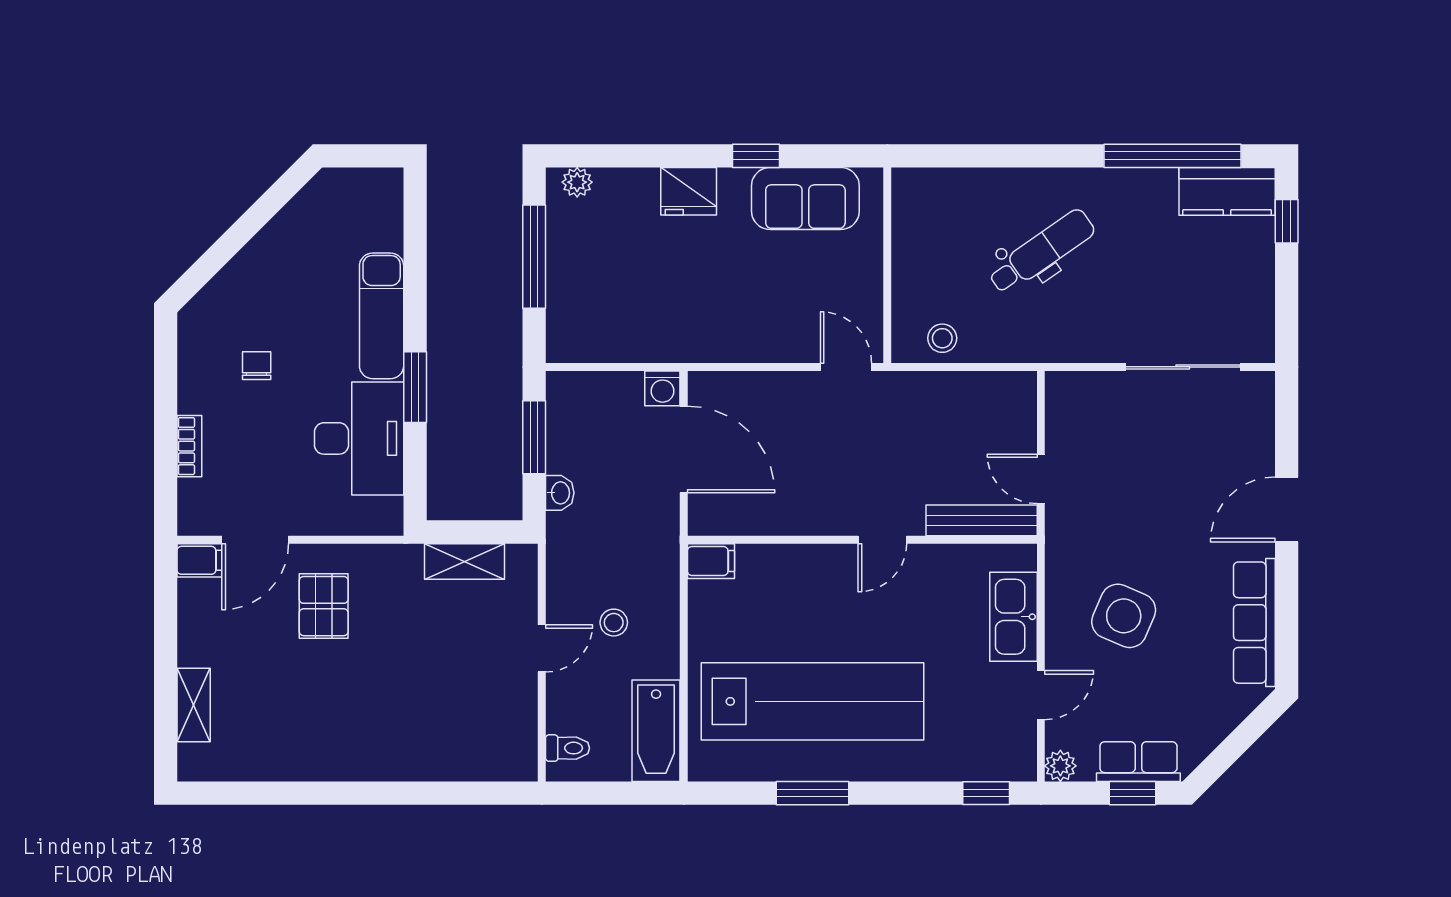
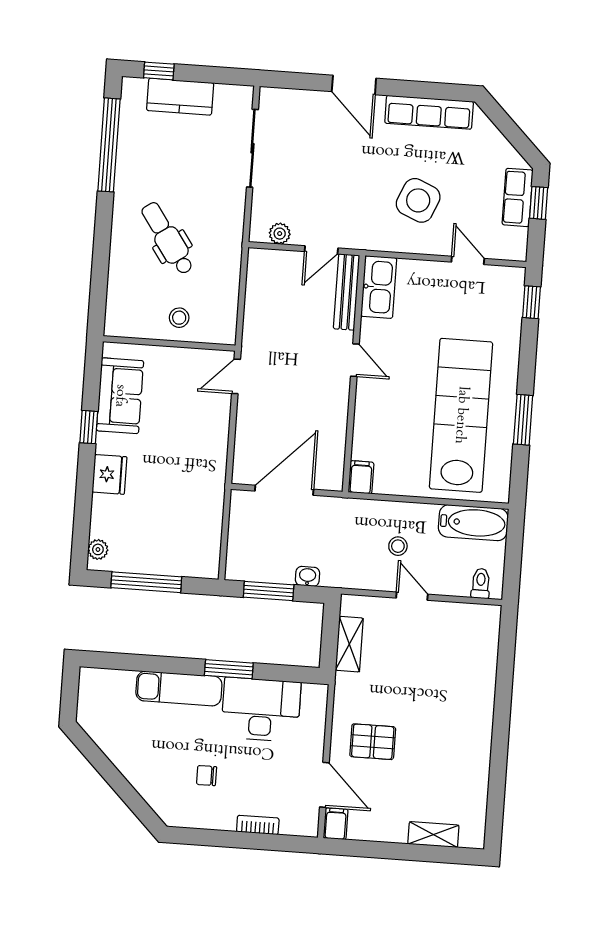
kitchen counter: (1227, 191) -> (180, 97), moved, turned 90
stool: (942, 338) -> (179, 318), moved
washing machine: (662, 388) -> (242, 502), removed
kitchen sink: (1013, 617) -> (379, 287), moved, turned -90
plant: (1060, 766) -> (280, 234), moved

